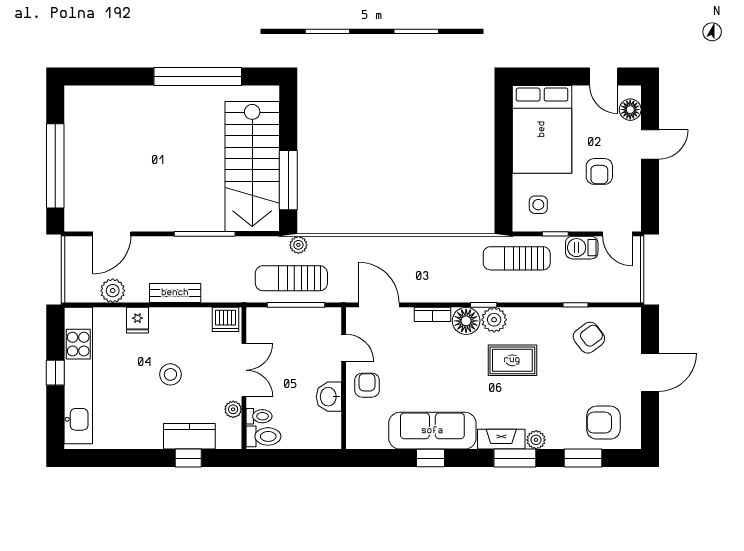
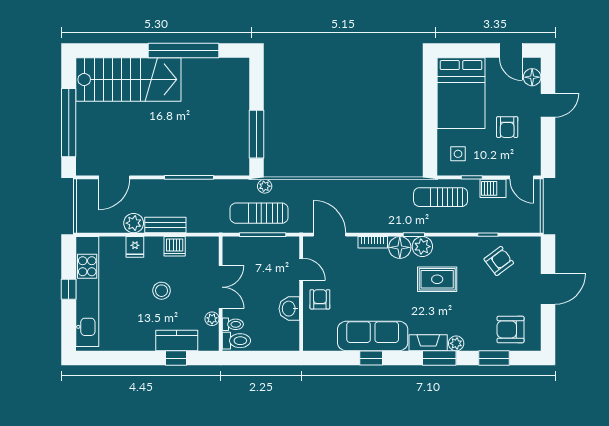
stairs: (252, 167) -> (128, 79), moved, turned -90
plant: (113, 291) -> (134, 223), moved
dishwasher: (225, 319) -> (175, 246), moved

